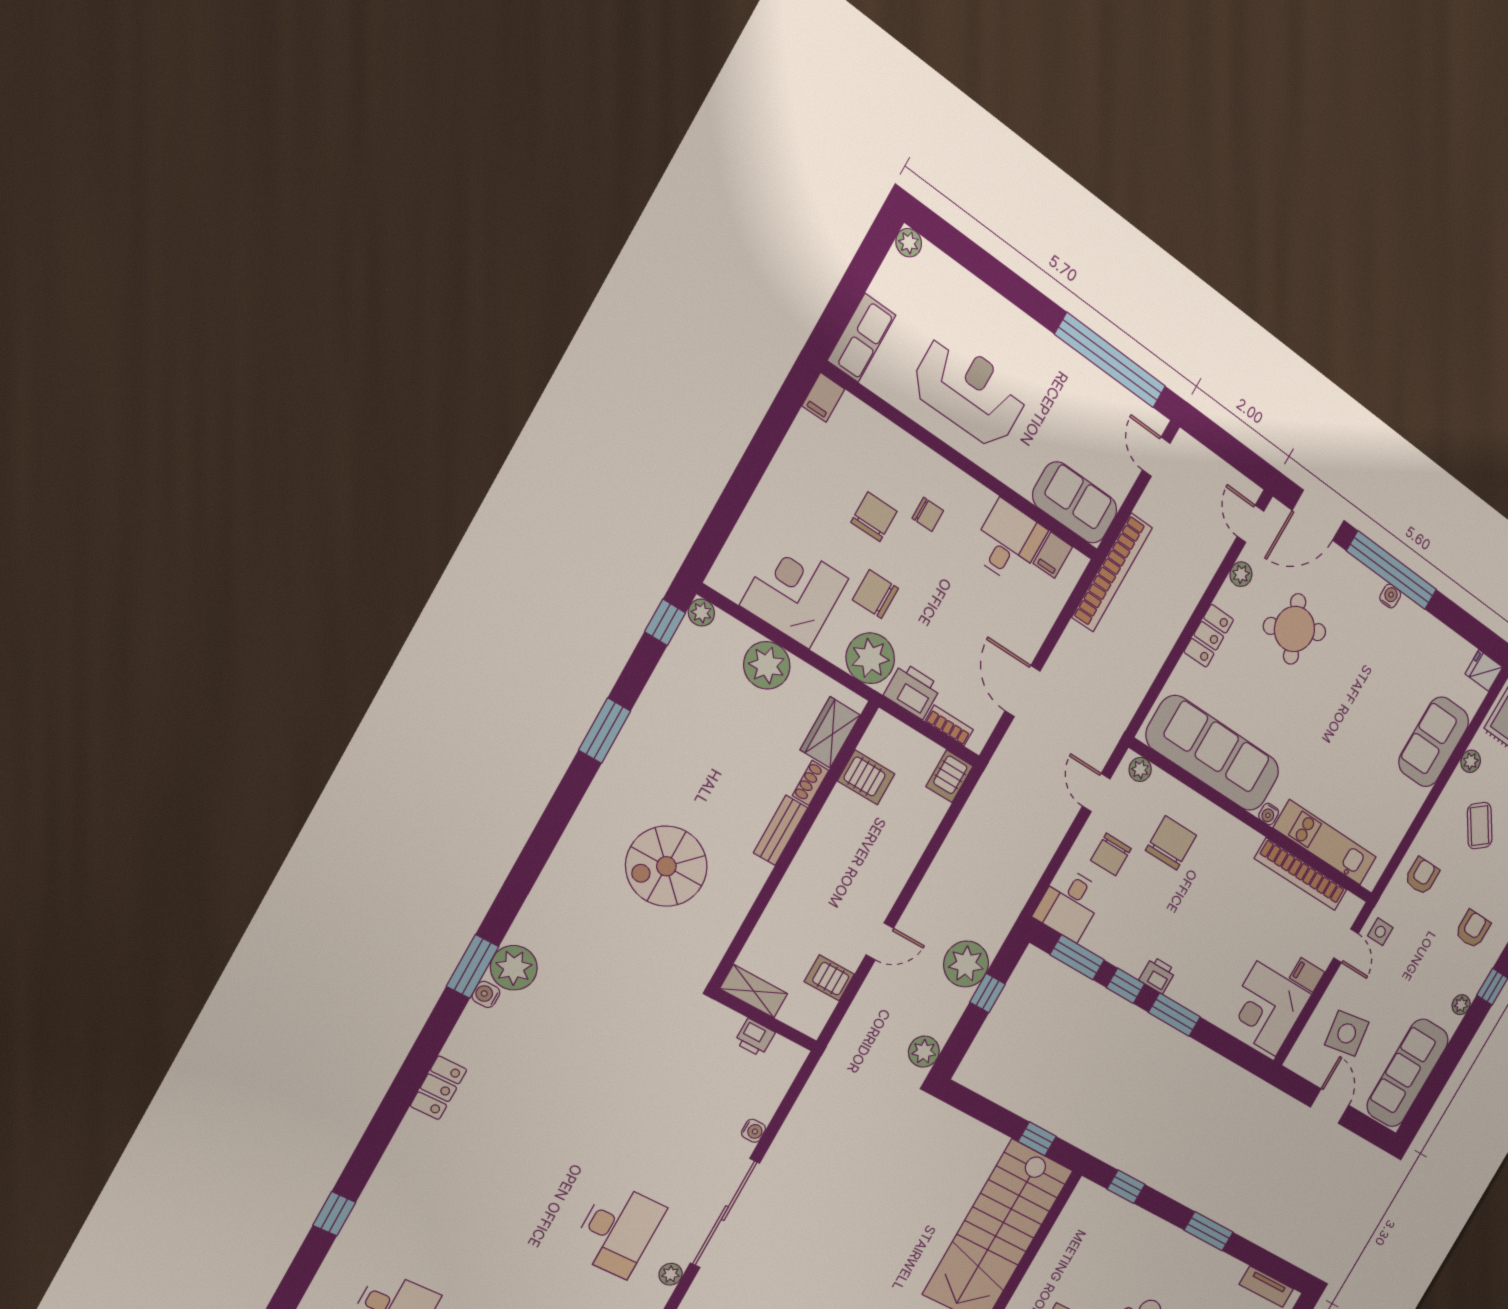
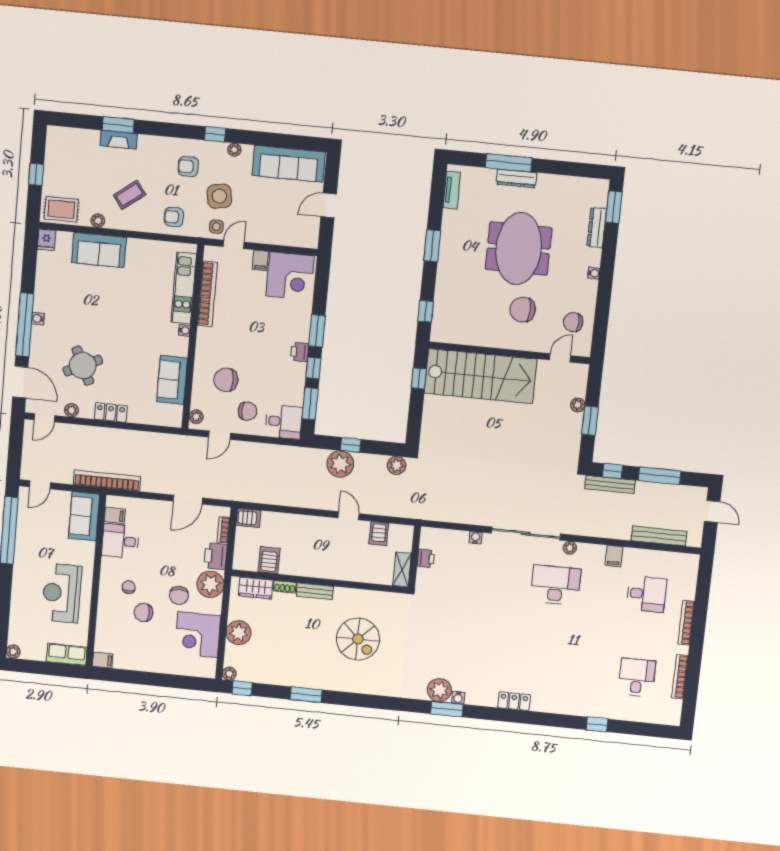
sofa: (1213, 753) -> (172, 380), width x0.54, depth x0.79
side table: (1347, 1033) -> (219, 196), moved

